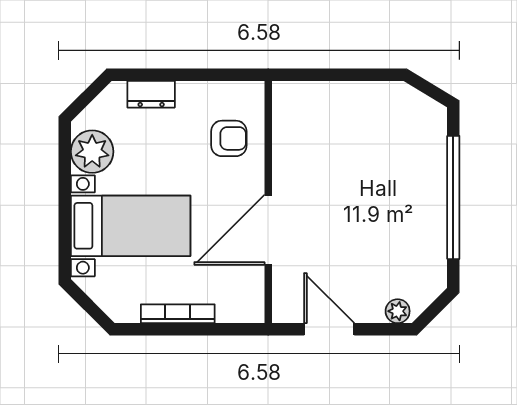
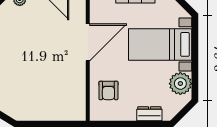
armchair: (229, 138) -> (108, 90), turned -90

